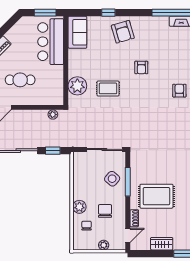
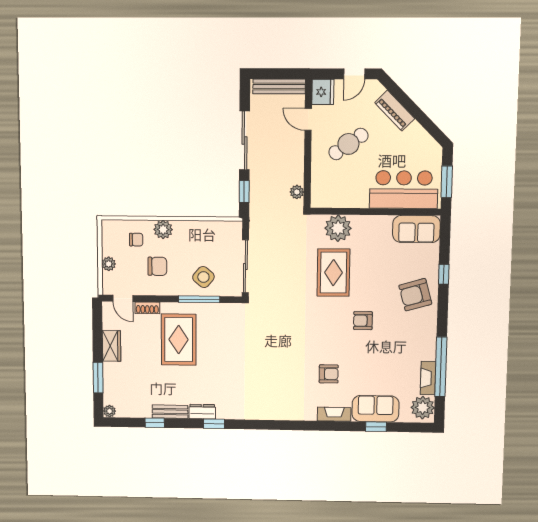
cafe table: (20, 80) -> (348, 144), turned 55
rug: (108, 88) -> (333, 273), width x1.36, depth x1.43

